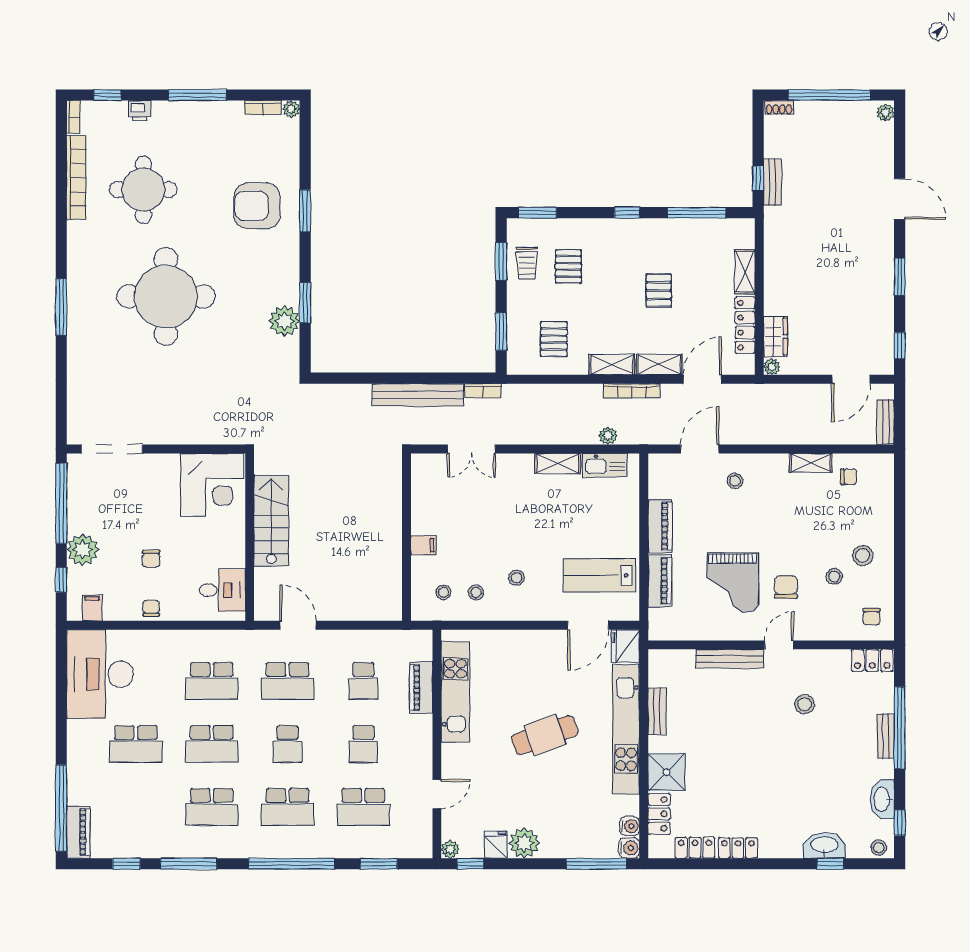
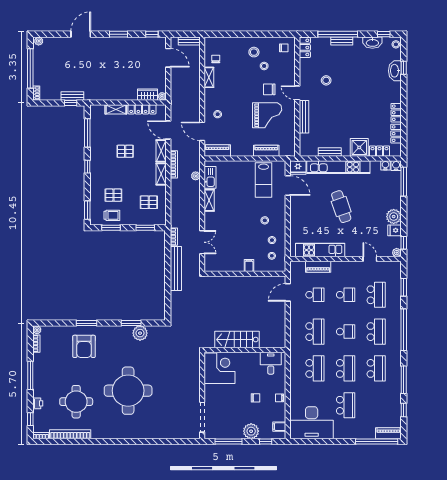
window: (61, 307) -> (133, 442), removed
window: (61, 503) -> (229, 442), width x0.68
piano: (660, 526) -> (217, 151), moved
door: (298, 625) -> (288, 292), moved

